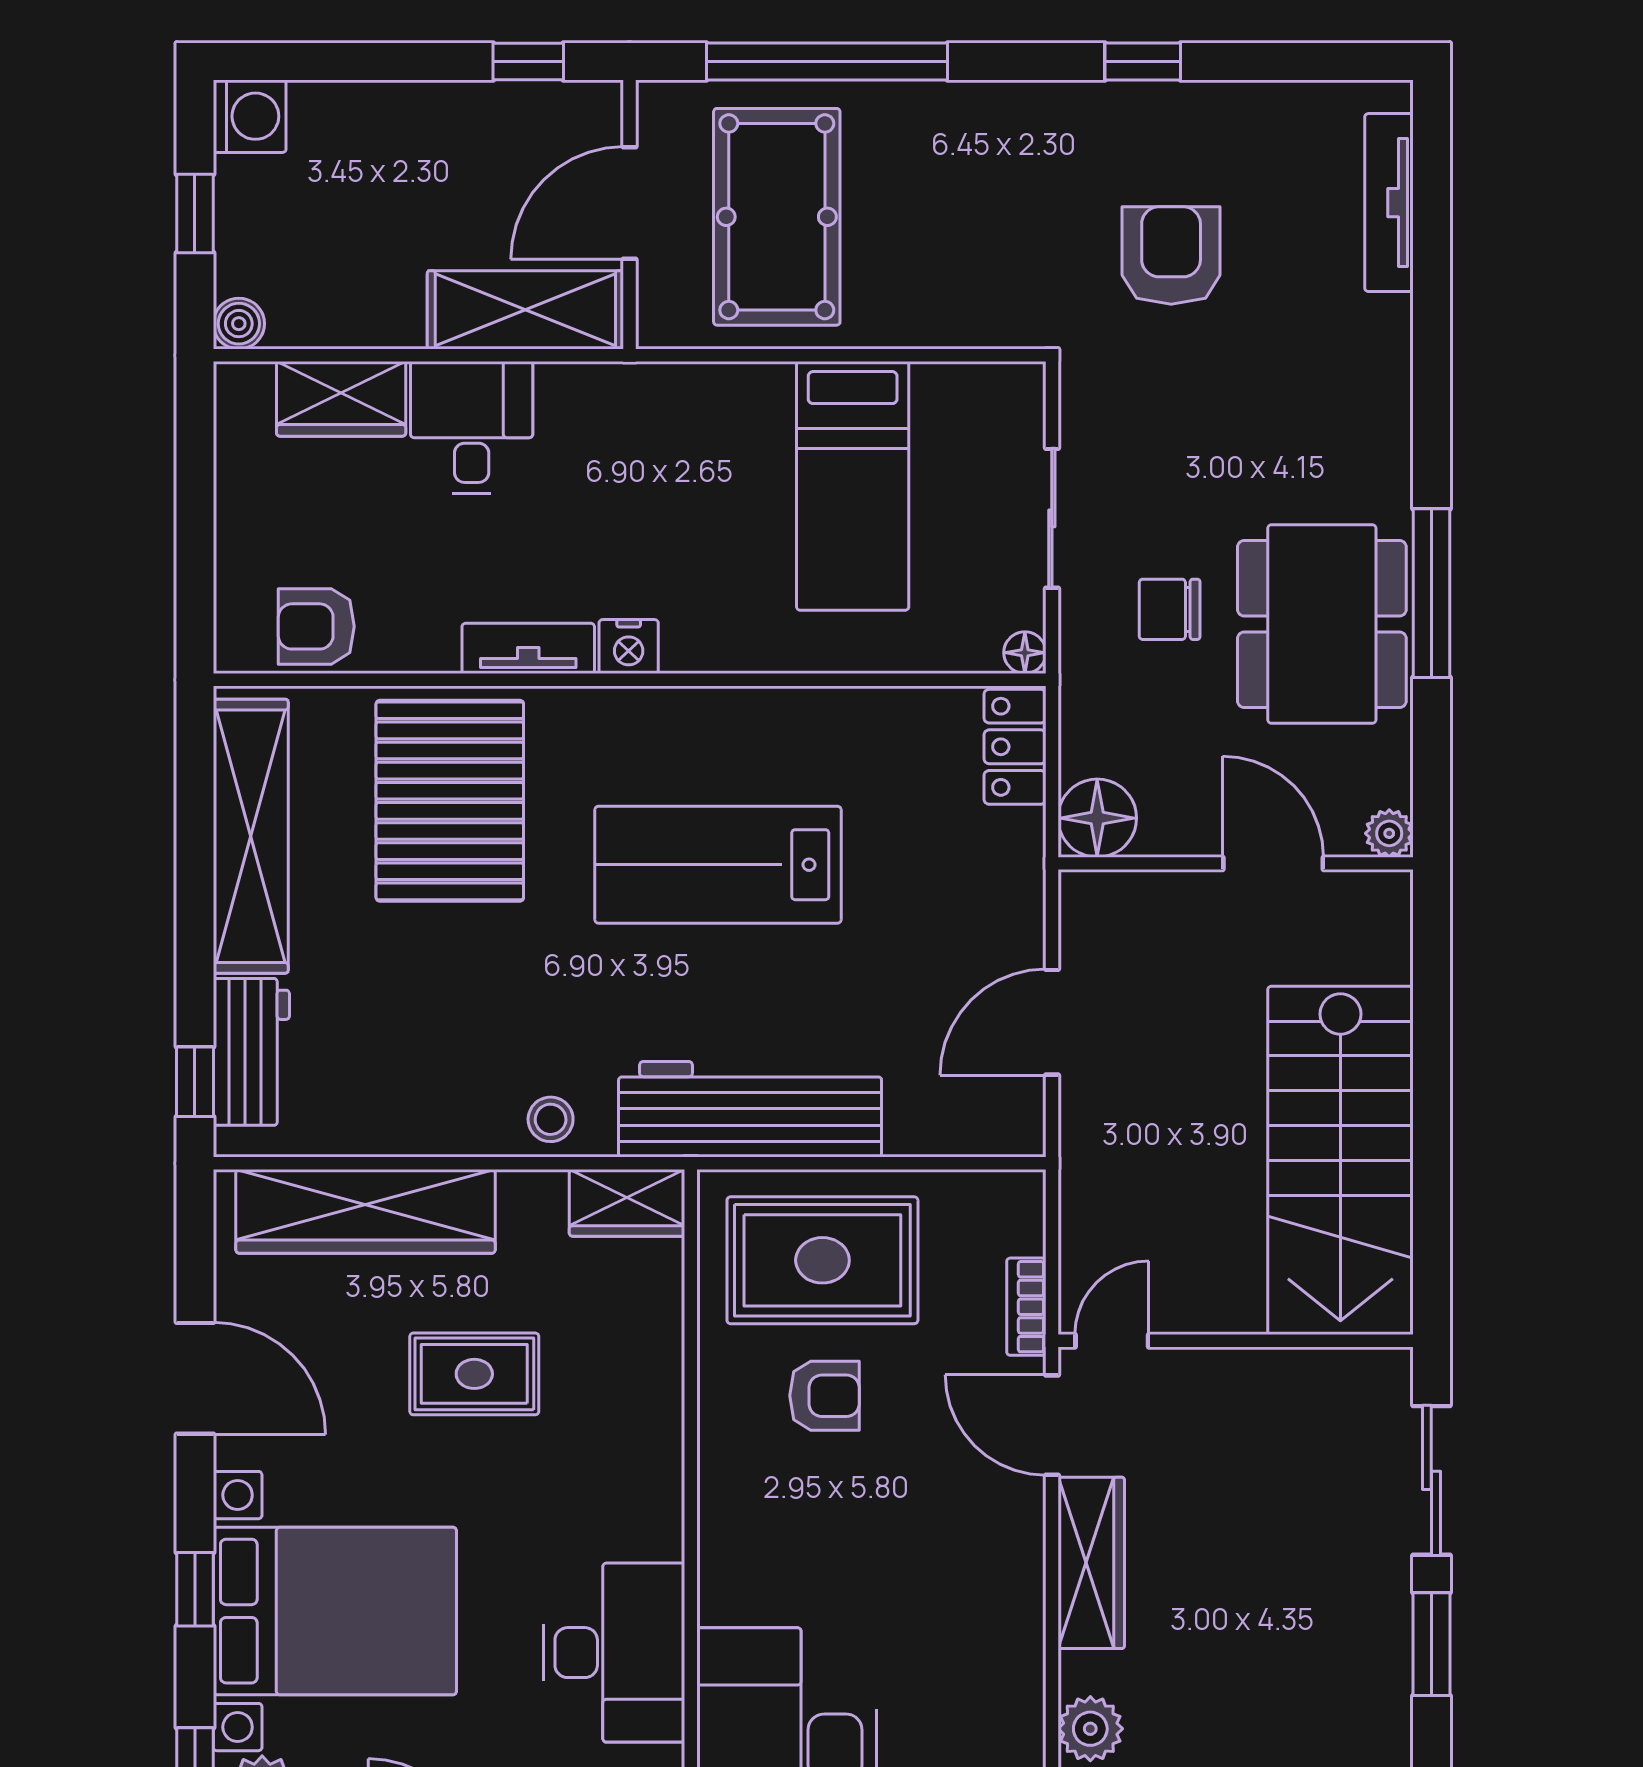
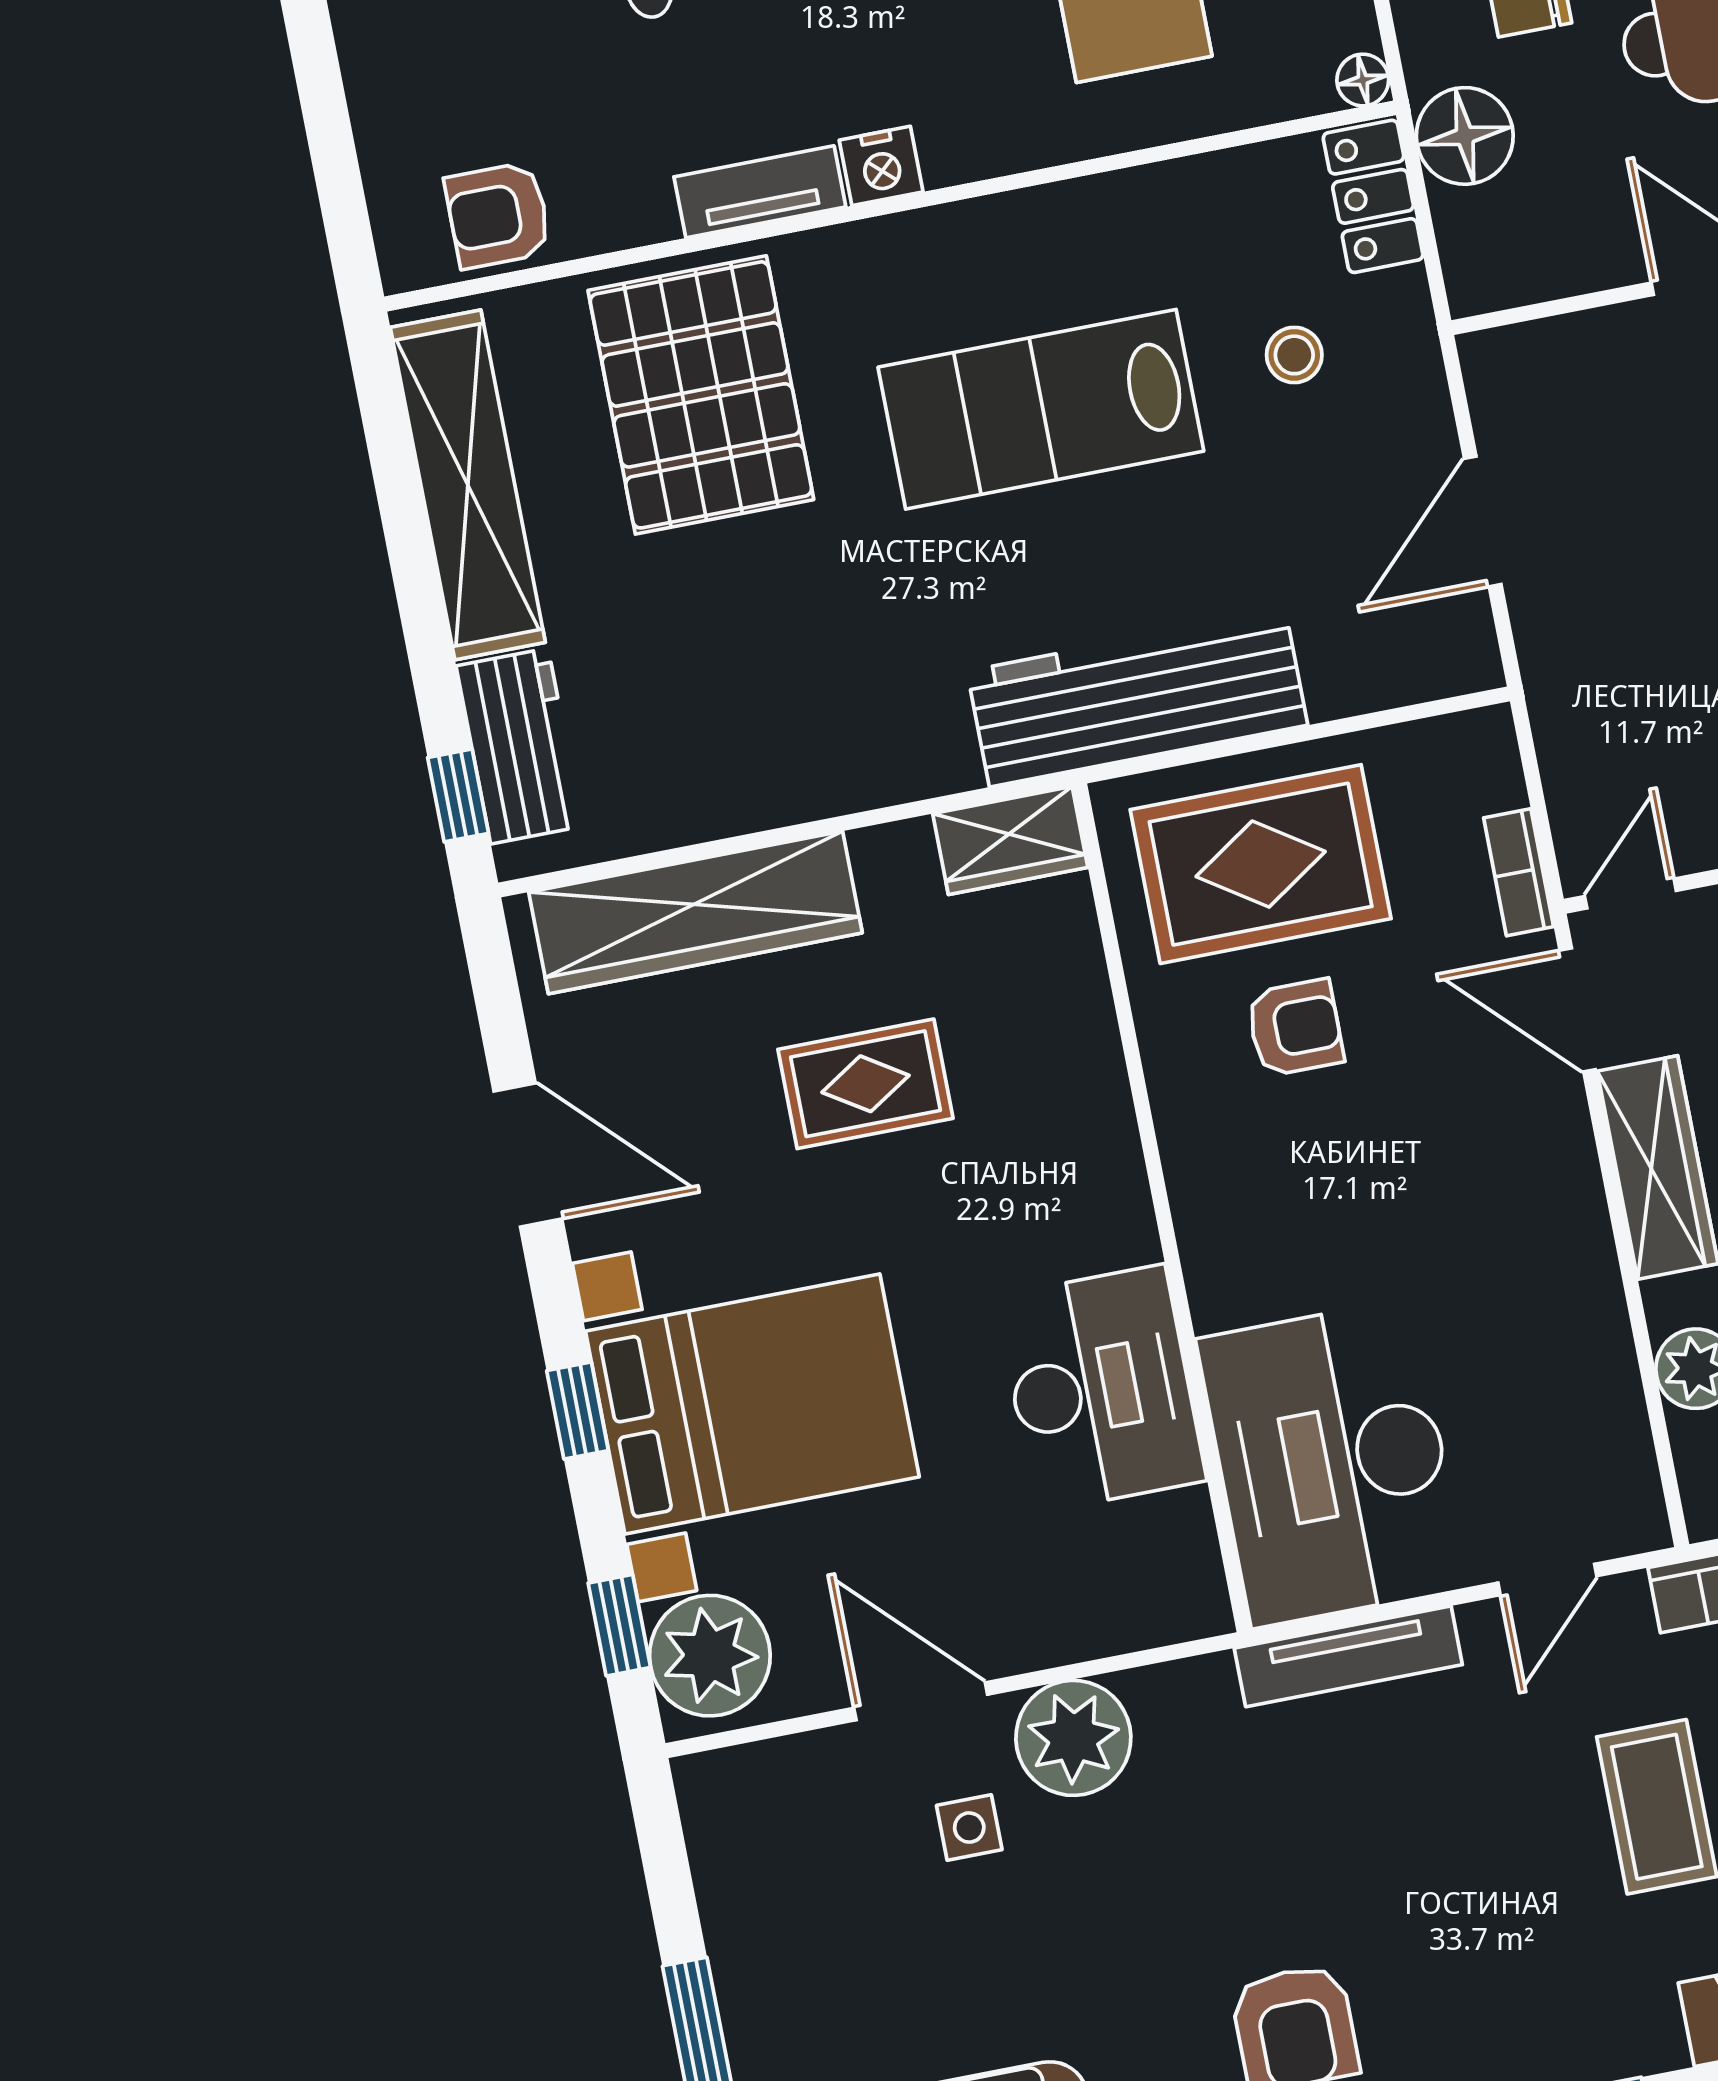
floor lamp: (1097, 818) -> (1465, 136), moved
stool: (551, 1119) -> (1294, 355), moved

